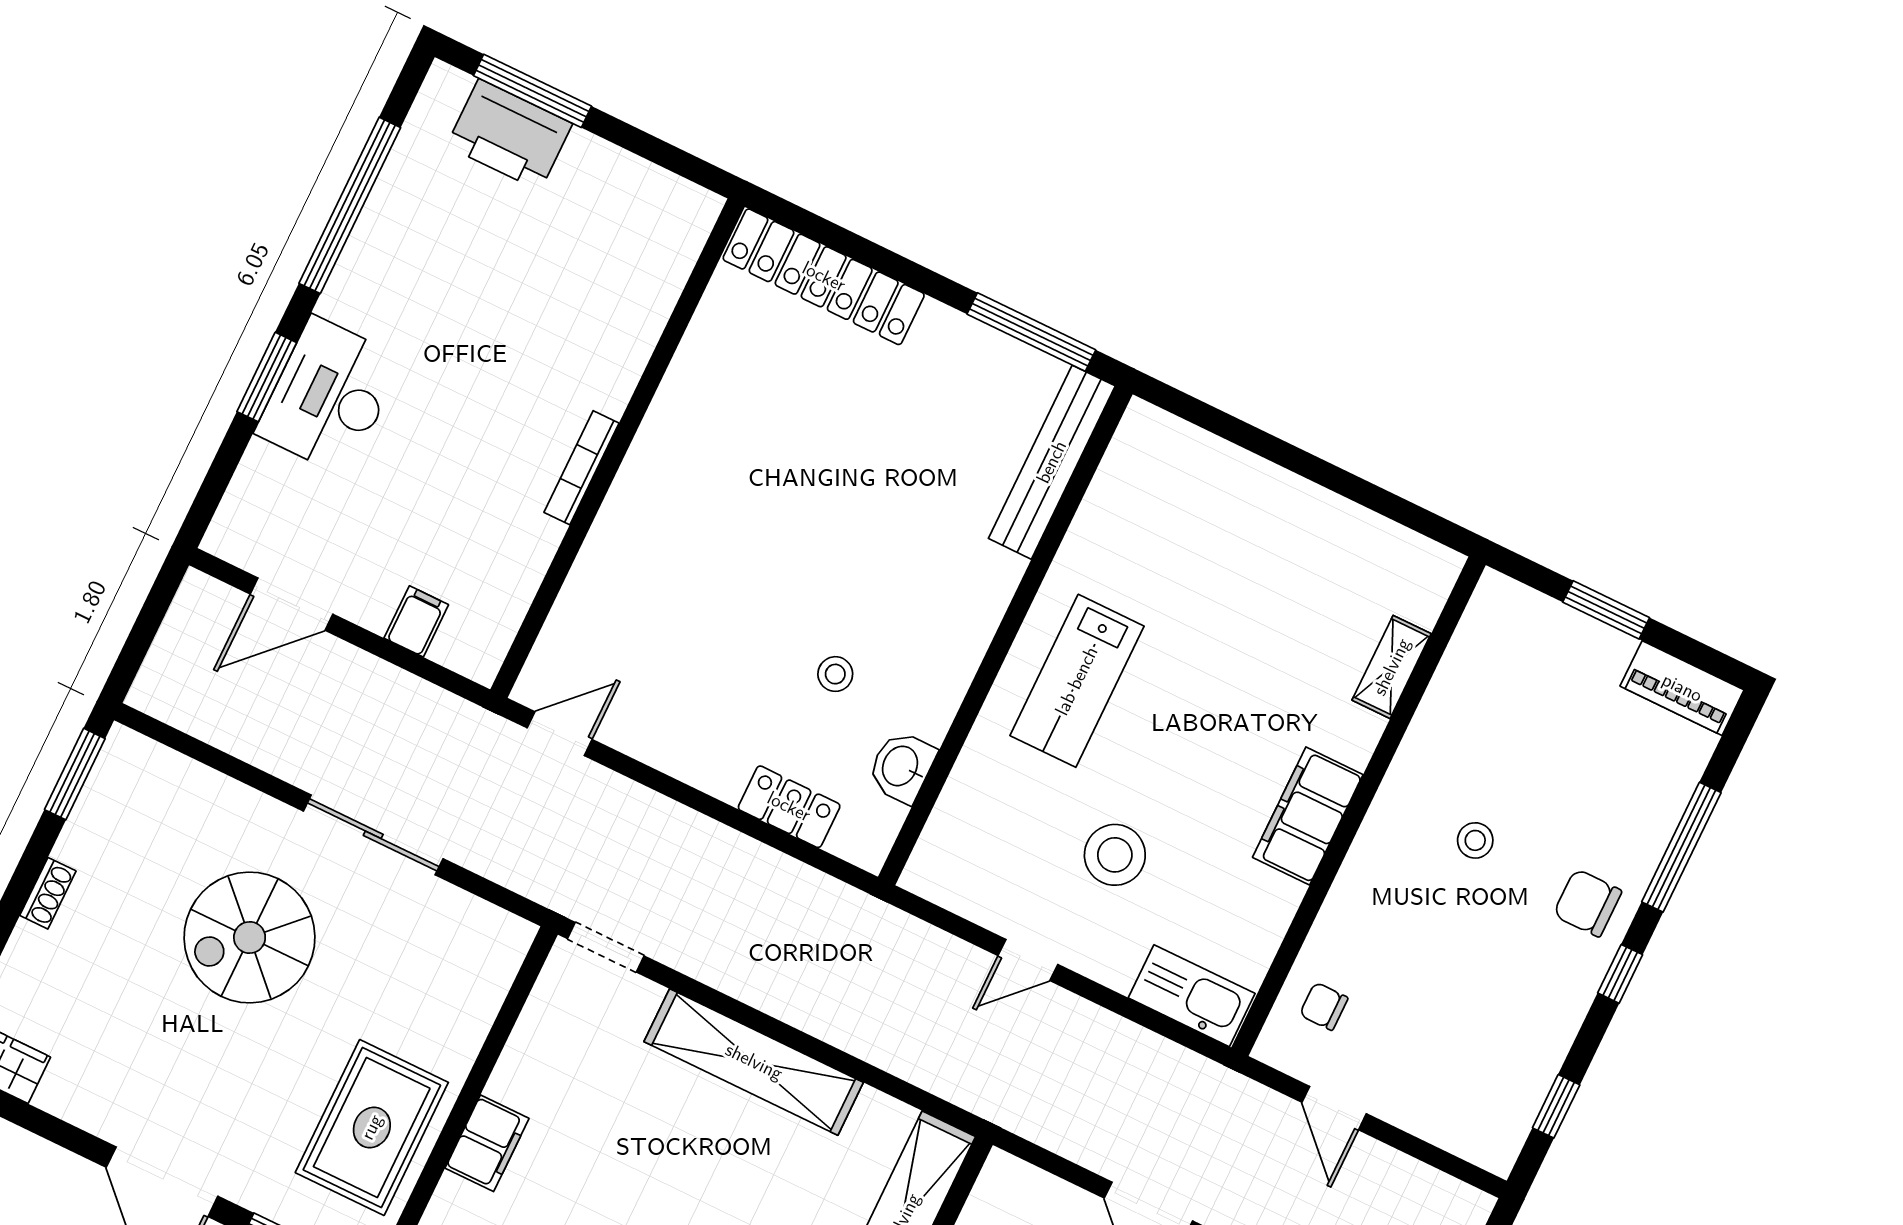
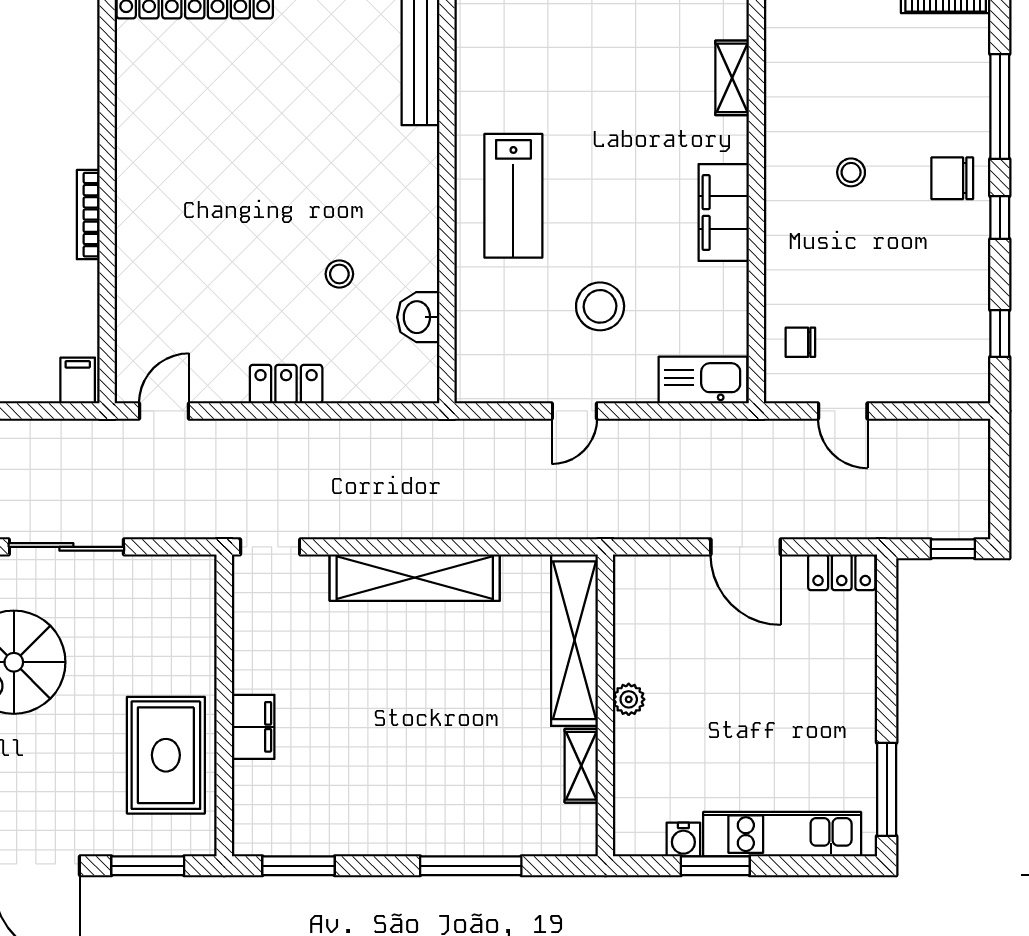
filing cabinet: (416, 621) -> (78, 380), moved
locker: (789, 807) -> (286, 384), moved

